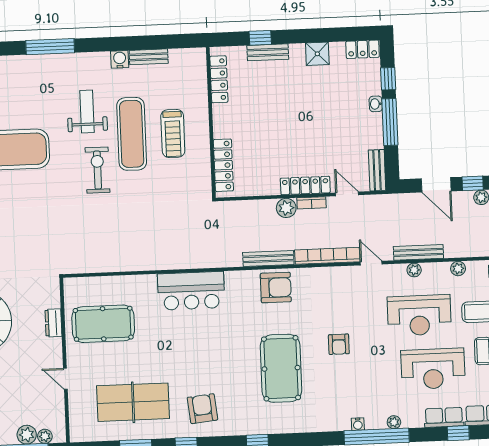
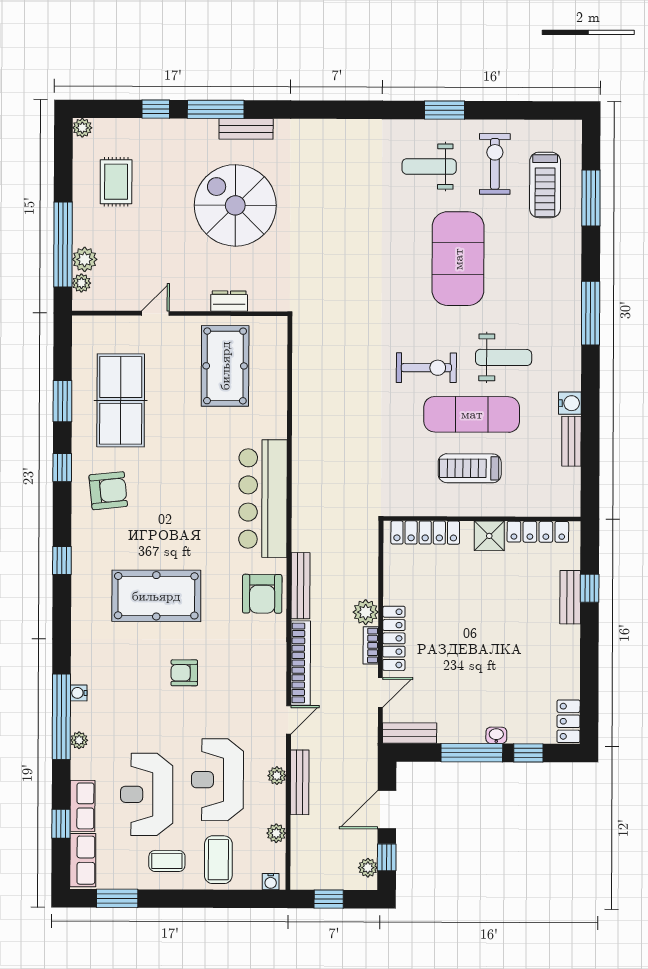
shower: (317, 54) -> (489, 536), moved
bar counter: (191, 291) -> (263, 499), width x1.36

